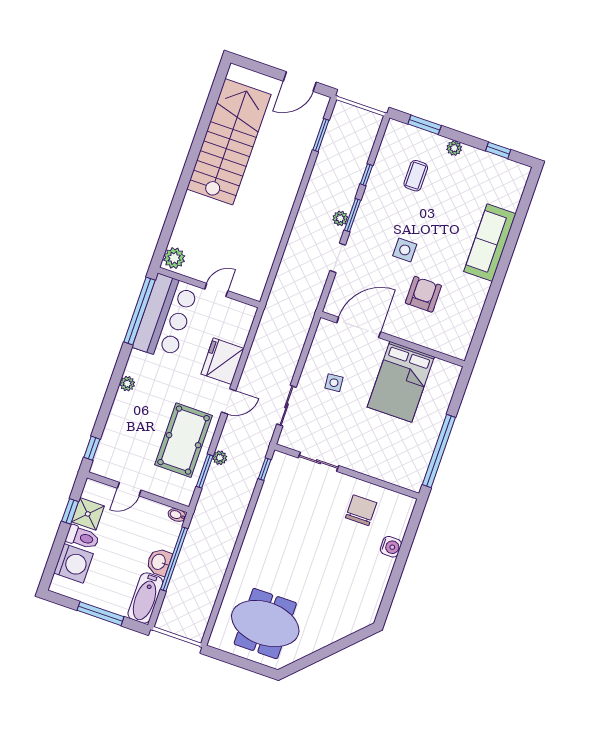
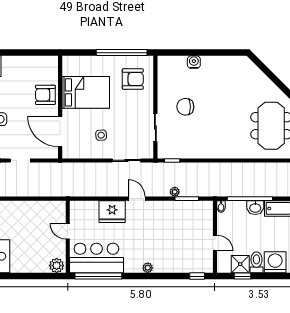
armchair: (423, 294) -> (45, 95), moved
pool table: (184, 440) -> (171, 219), removed
armchair: (397, 454) -> (133, 79), added
chair: (361, 510) -> (185, 107), moved

